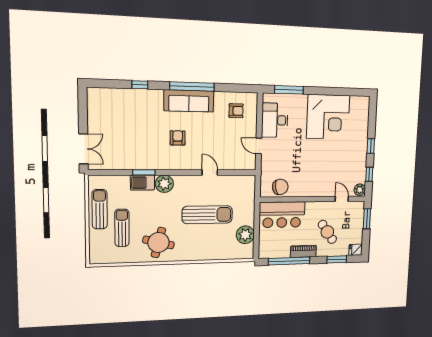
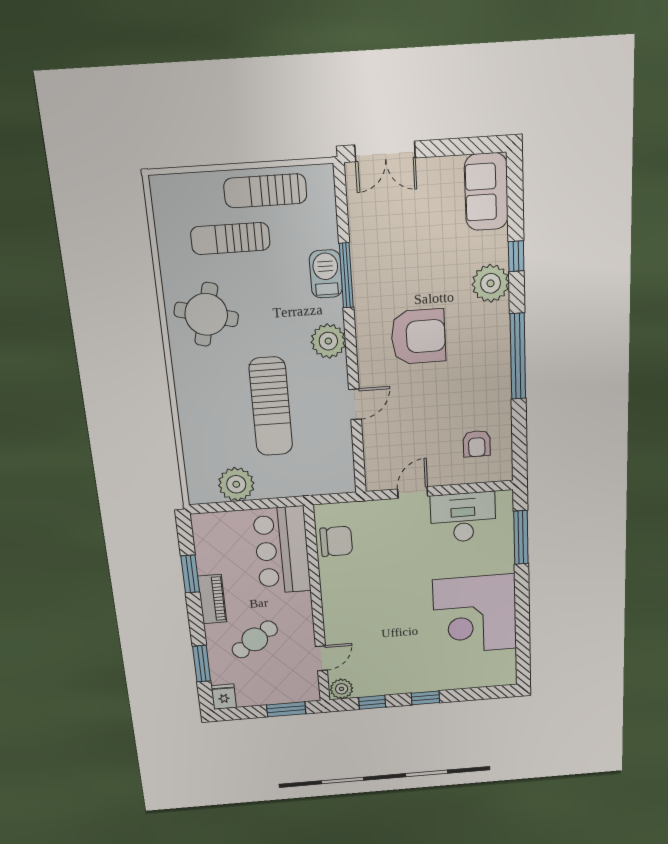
plant: (153, 99) -> (491, 283), added
sofa: (189, 101) -> (486, 192), moved, width x0.73
armchair: (178, 138) -> (418, 337), width x1.88, depth x1.88
window: (144, 172) -> (346, 275), width x1.44
plant: (164, 184) -> (328, 341), moved
chair: (280, 187) -> (336, 541), turned -79
sun lounger: (100, 209) -> (265, 191), turned 180
sun lounger: (122, 228) -> (230, 238), turned 180
window: (289, 261) -> (190, 574), width x0.47

